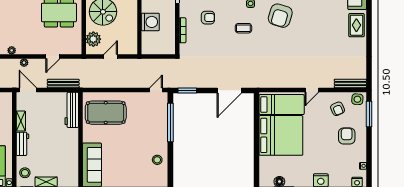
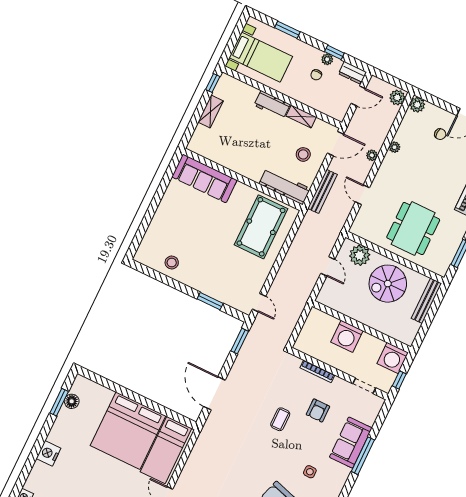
coffee table: (243, 28) -> (280, 419), moved
window: (170, 123) -> (210, 301), width x0.47
stool: (25, 173) -> (303, 154), moved

